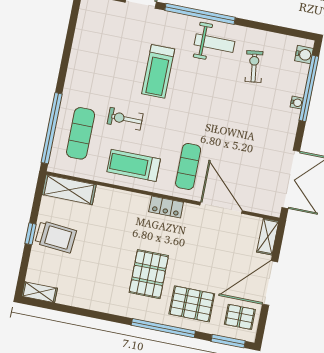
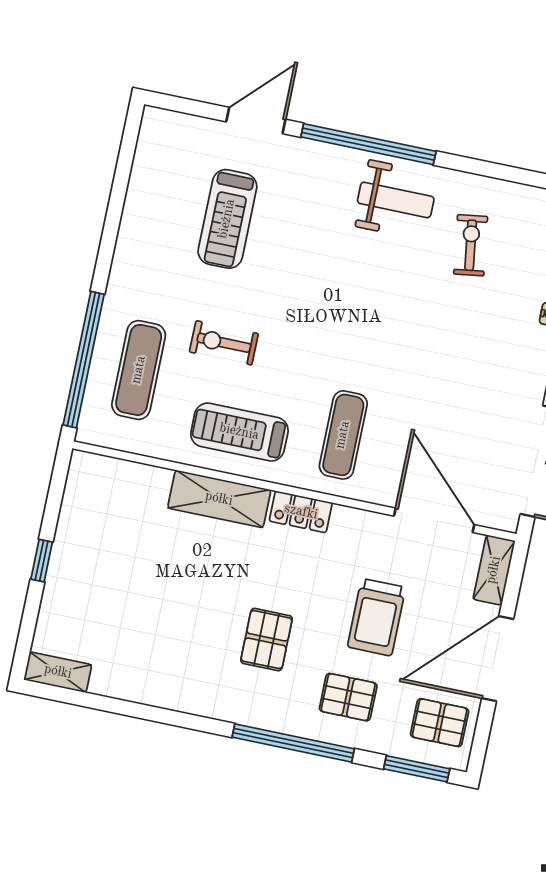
treadmill: (158, 71) -> (227, 219), moved
shelving: (69, 190) -> (219, 499), moved
door: (221, 208) -> (434, 520), moved
trolley: (56, 237) -> (377, 617), moved, turned 85
pallet: (149, 274) -> (266, 640), width x0.67, depth x0.71
pallet: (192, 304) -> (348, 697), width x0.67, depth x0.71

